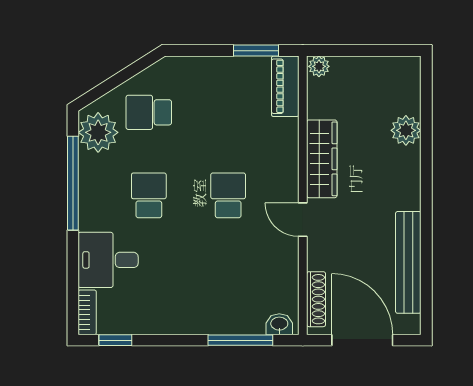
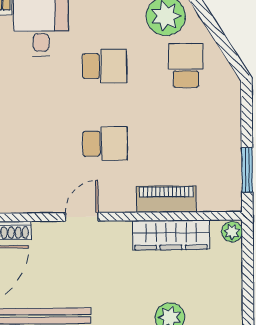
piano: (285, 86) -> (166, 199), moved
wardrobe: (322, 159) -> (171, 235), moved

